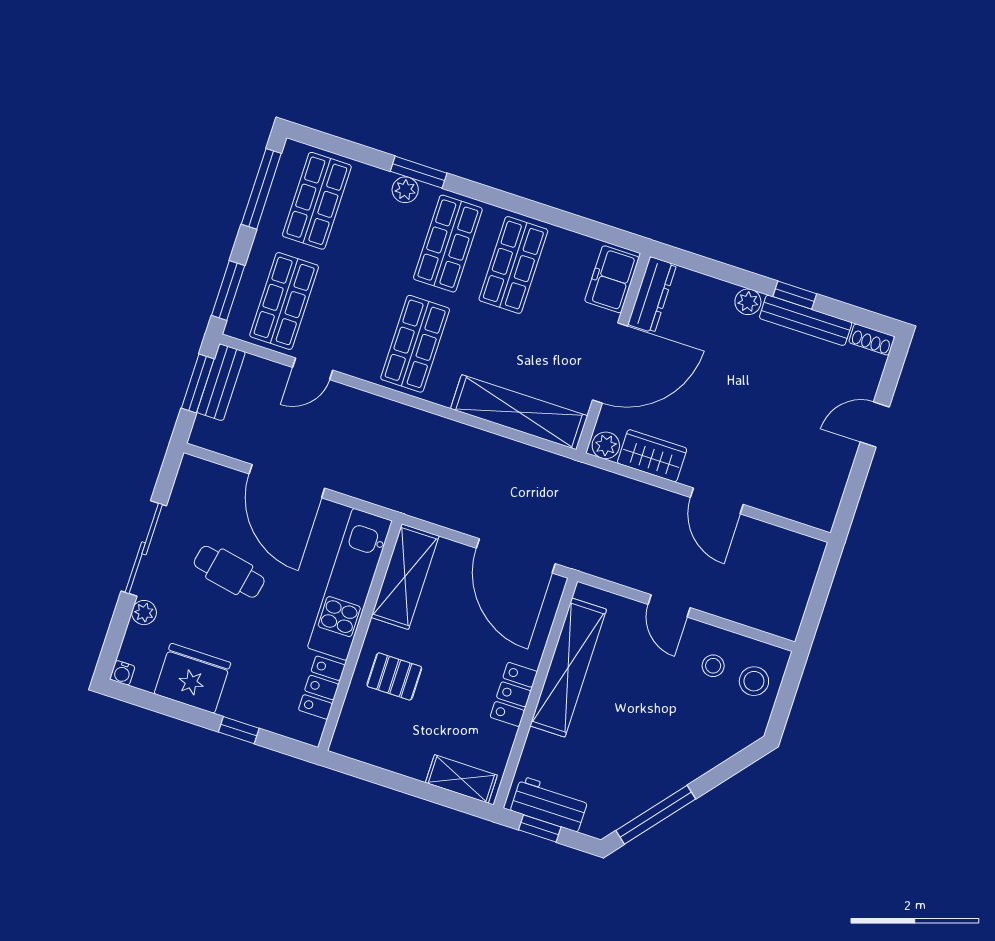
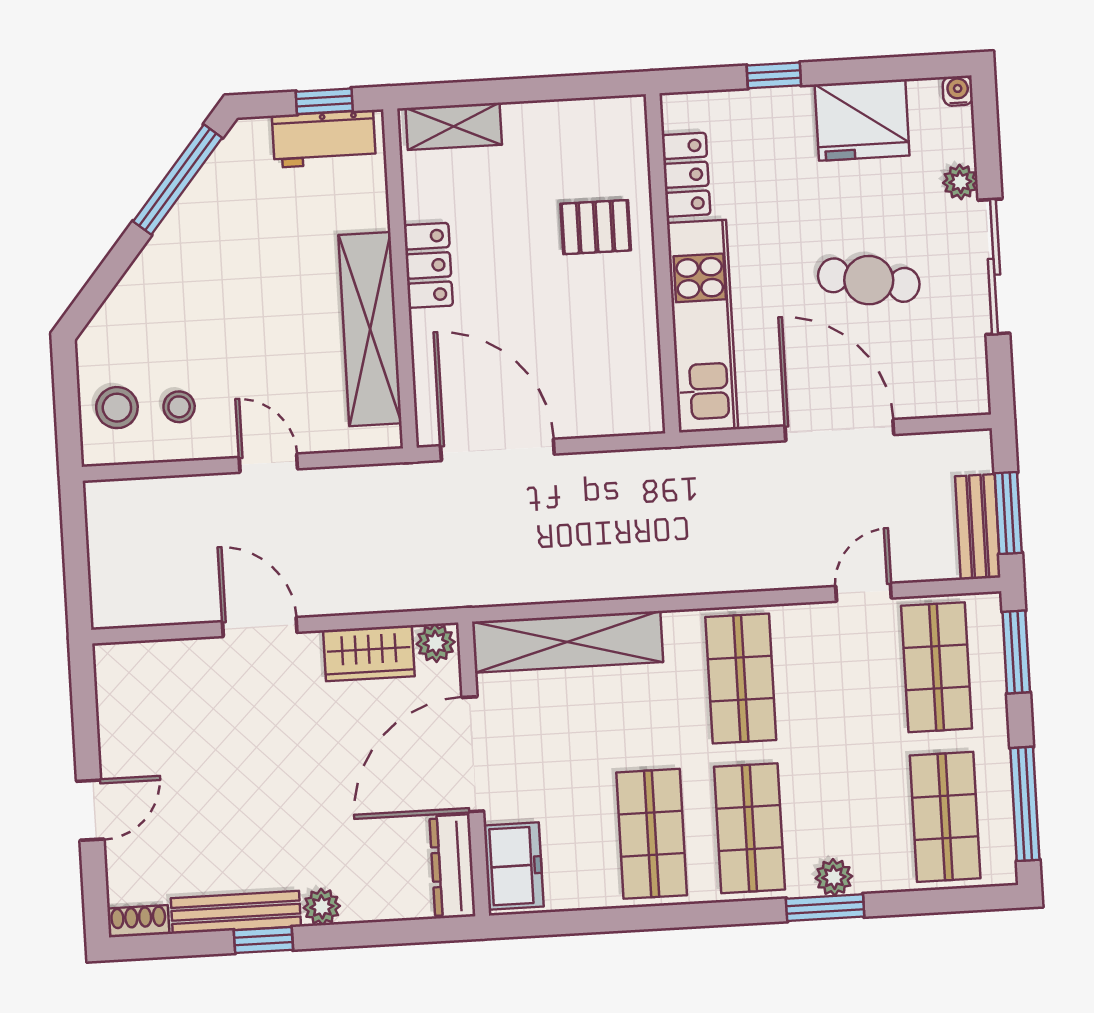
shelving: (405, 577) -> (633, 365), removed

